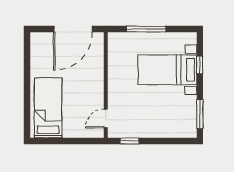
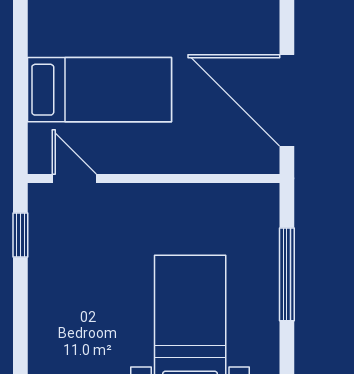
bed: (48, 108) -> (100, 90), moved

